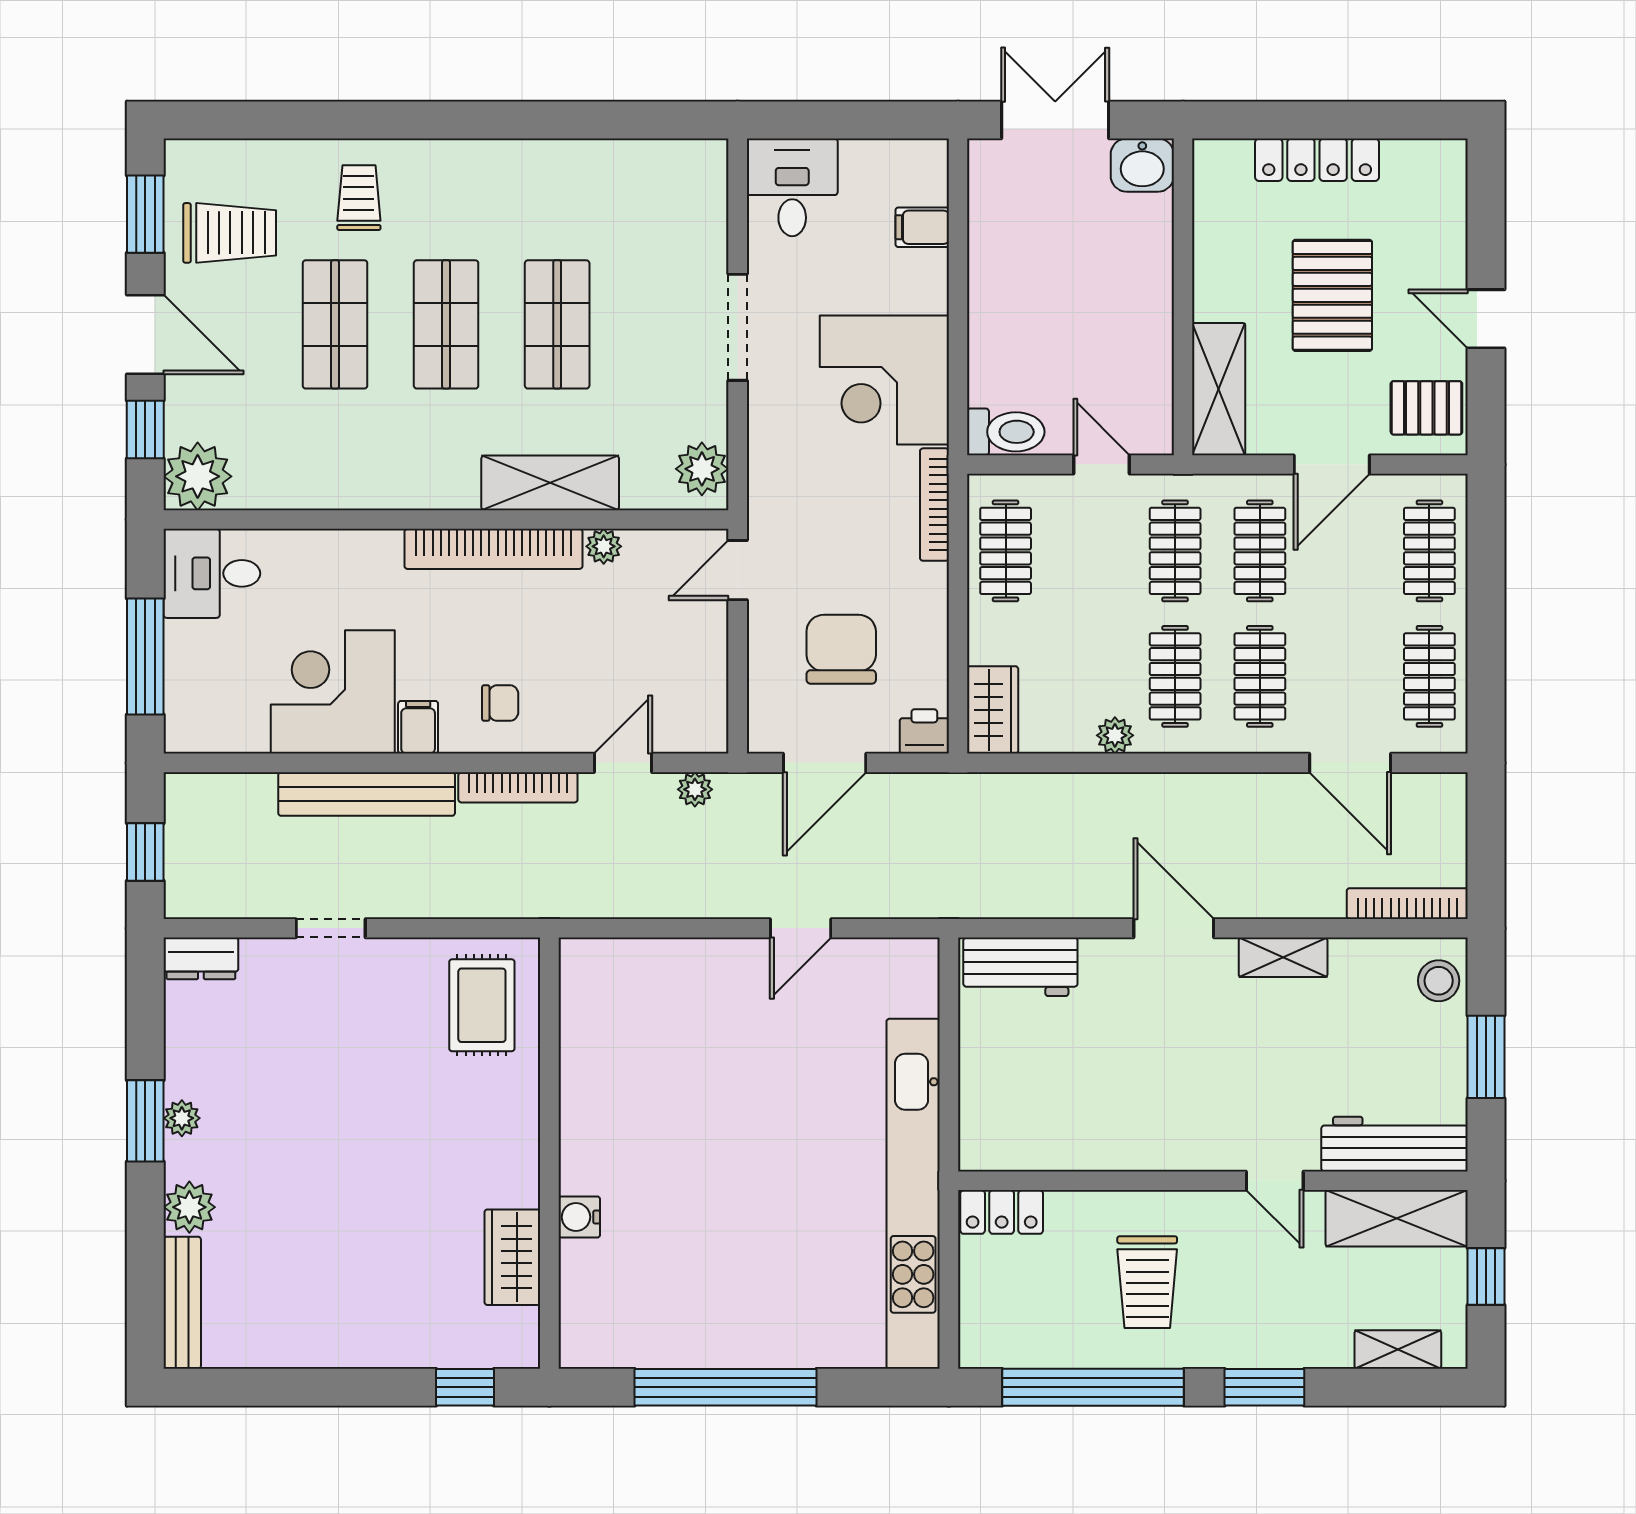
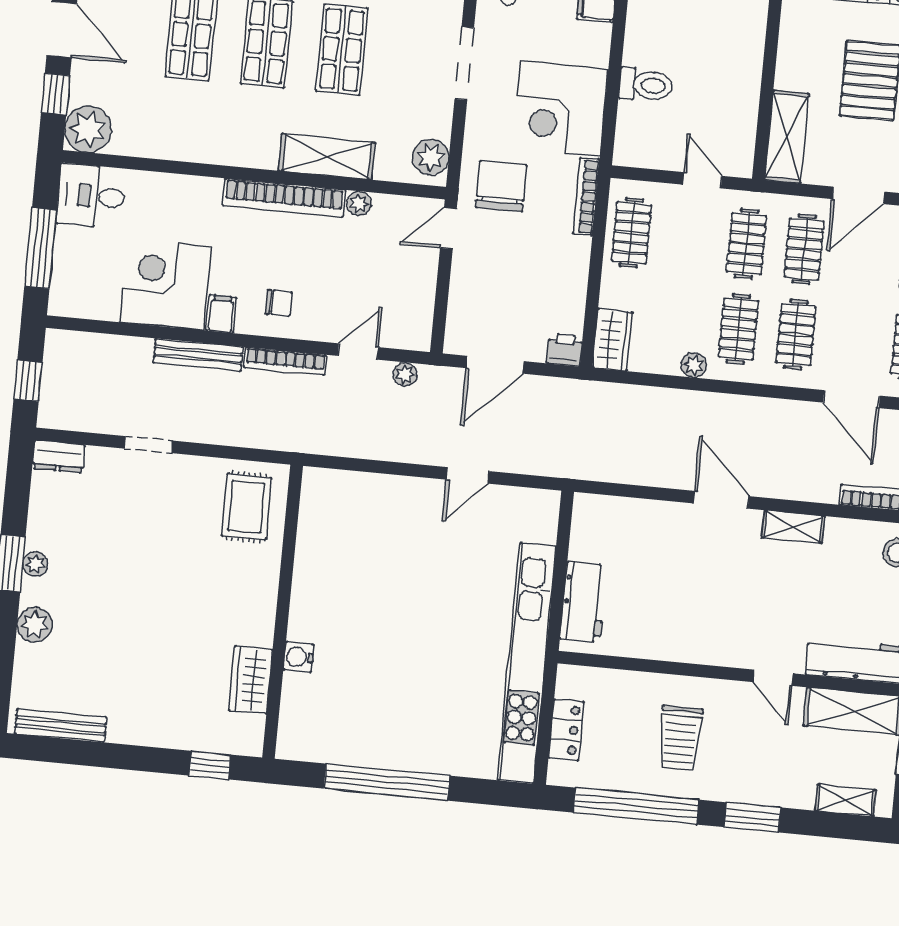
toilet: (1006, 432) -> (646, 85), moved
chair: (841, 649) -> (501, 186), moved
bench: (367, 794) -> (198, 355), width x0.73, depth x0.82
workbench: (1020, 967) -> (584, 602), moved, turned -90
locker: (1002, 1212) -> (566, 730), moved, turned -90
bench: (182, 1303) -> (61, 725), moved, turned 90

